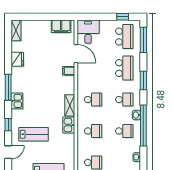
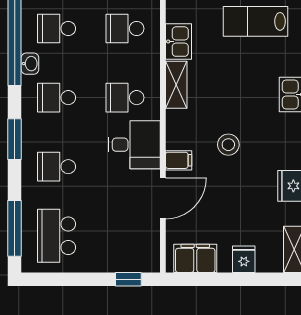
window: (123, 17) -> (128, 279), moved
fridge: (39, 26) -> (244, 259), added
desk: (88, 32) -> (134, 145), moved, turned -90
door: (76, 54) -> (163, 198), swing flipped
school desk: (124, 68) -> (57, 167), width x0.54
stool: (46, 78) -> (228, 145), added

